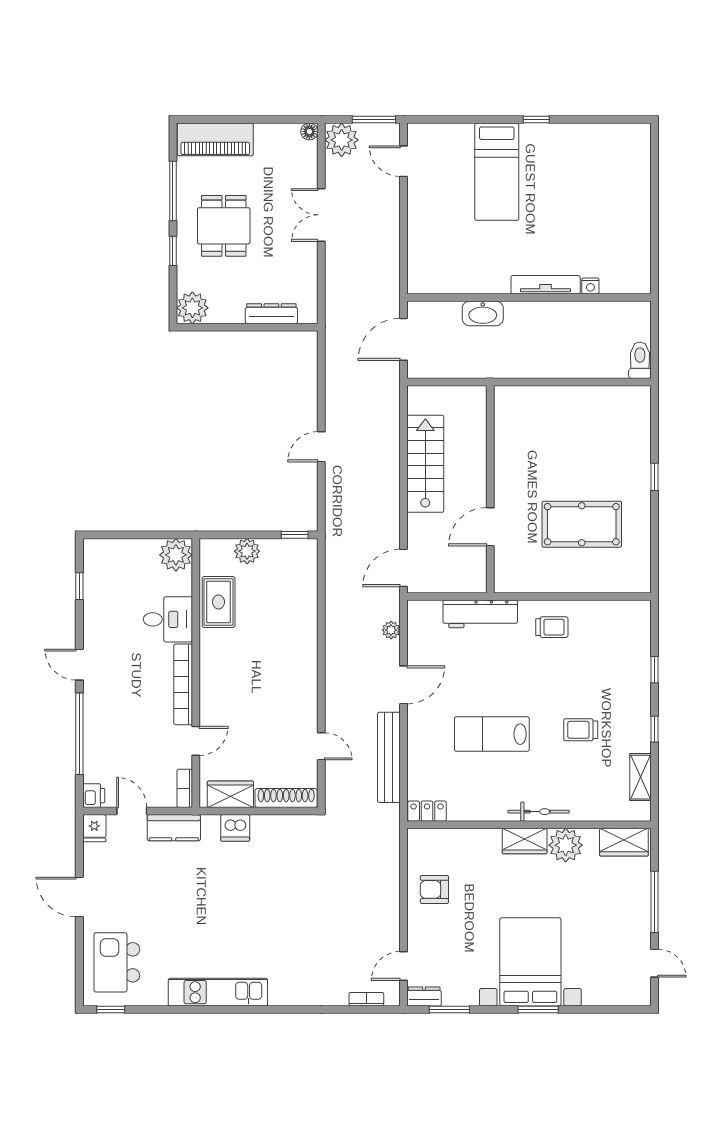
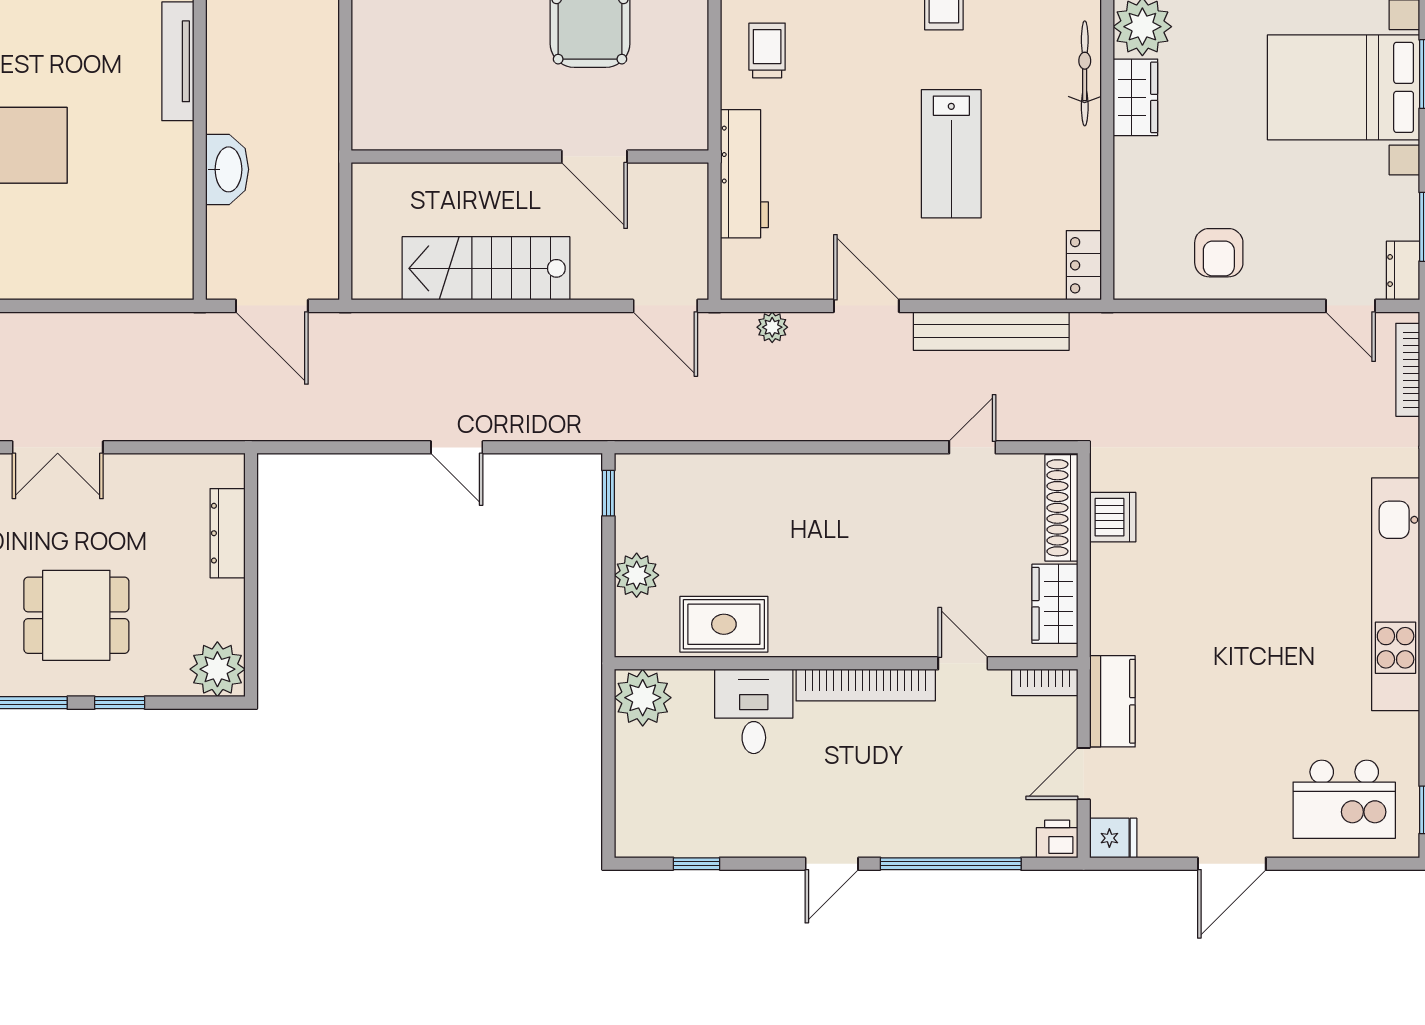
dishwasher: (235, 828) -> (1113, 517), moved
kitchen unit: (218, 992) -> (1396, 594), width x1.36
bookcase: (366, 999) -> (1408, 370), width x1.56

